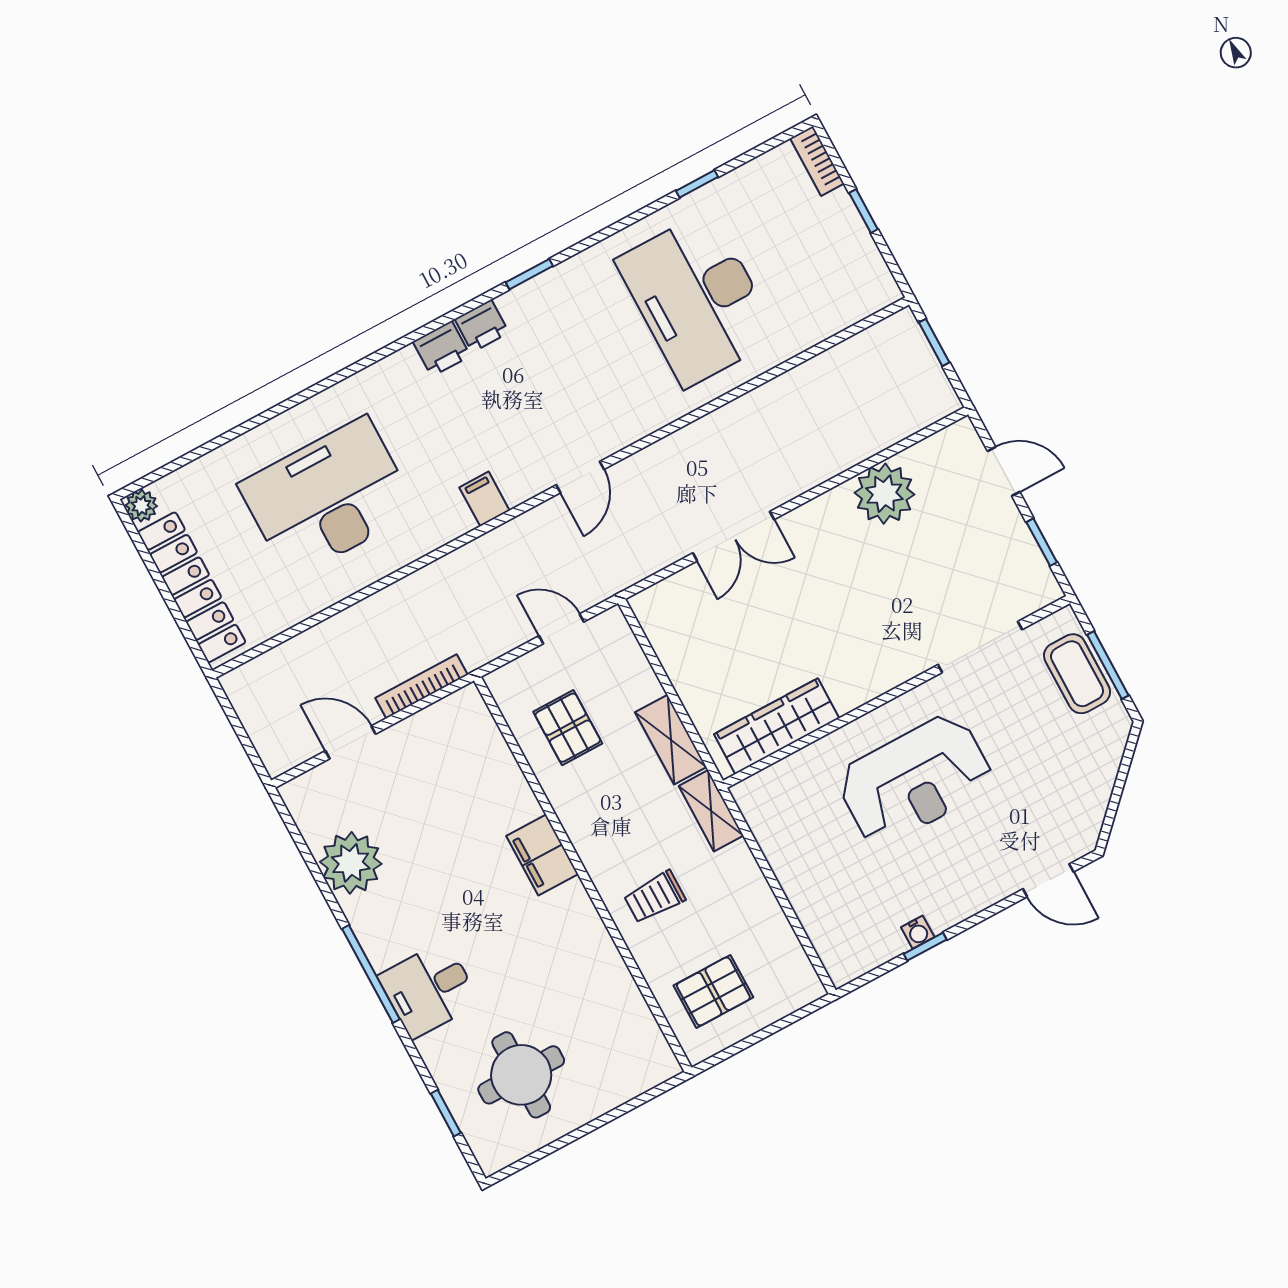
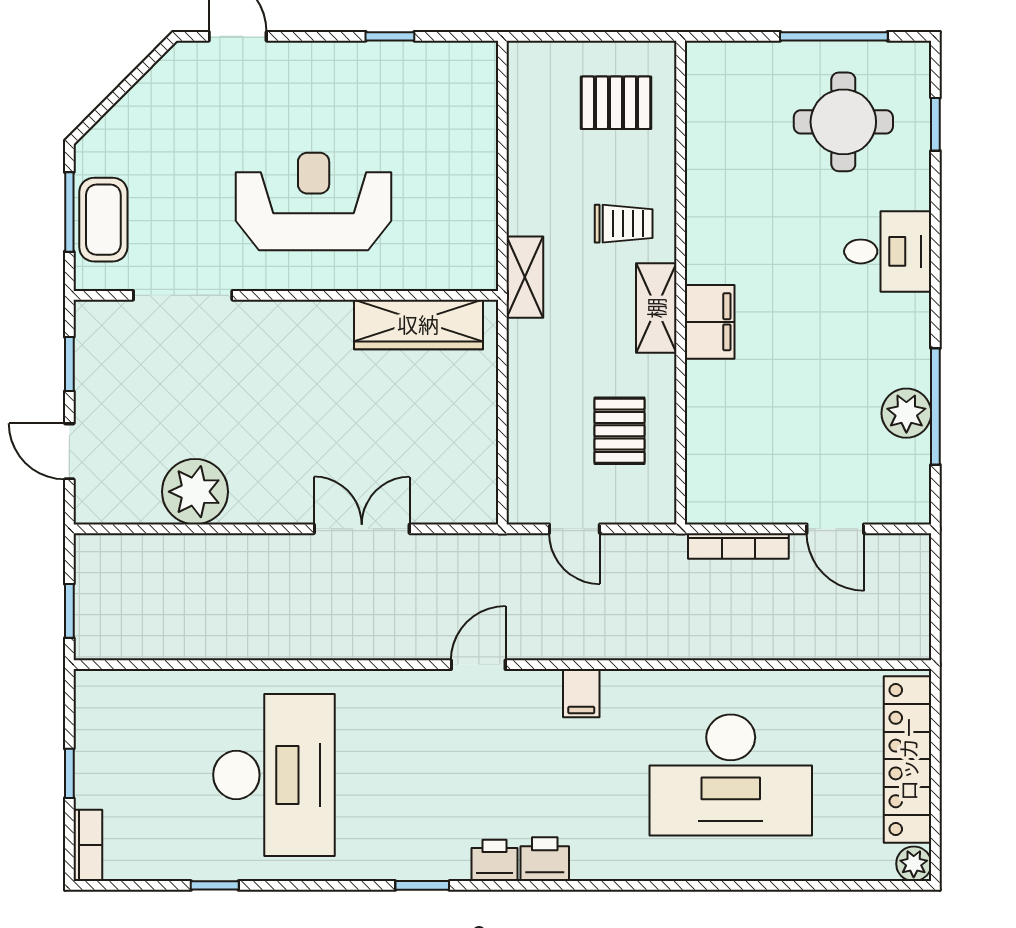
shelving: (671, 740) -> (656, 308), moved
plant: (351, 863) -> (906, 413), width x0.73, depth x0.73
water cooler: (918, 932) -> (390, 54), removed
window: (371, 974) -> (935, 406), moved
window: (566, 1140) -> (834, 36), added

